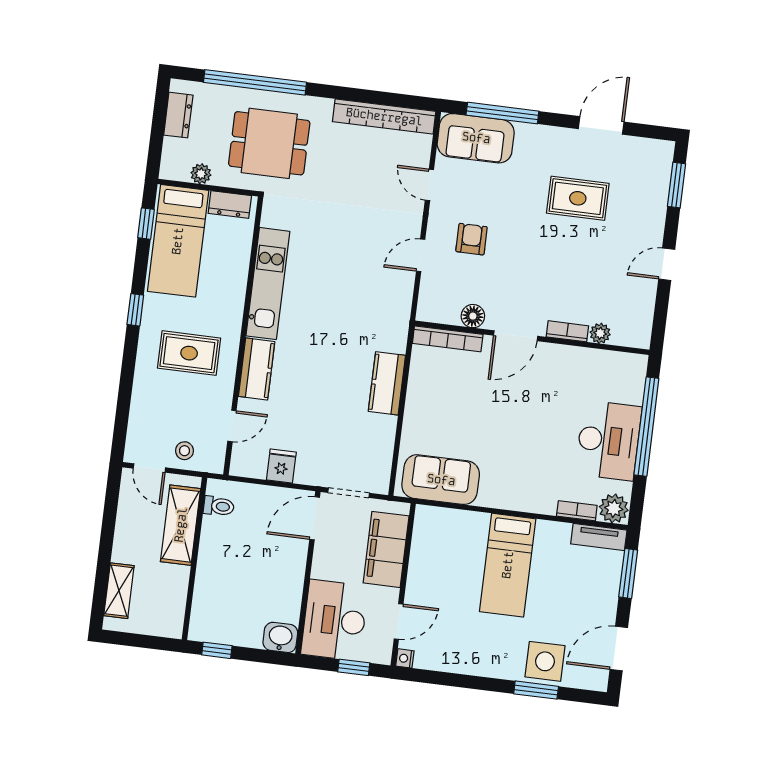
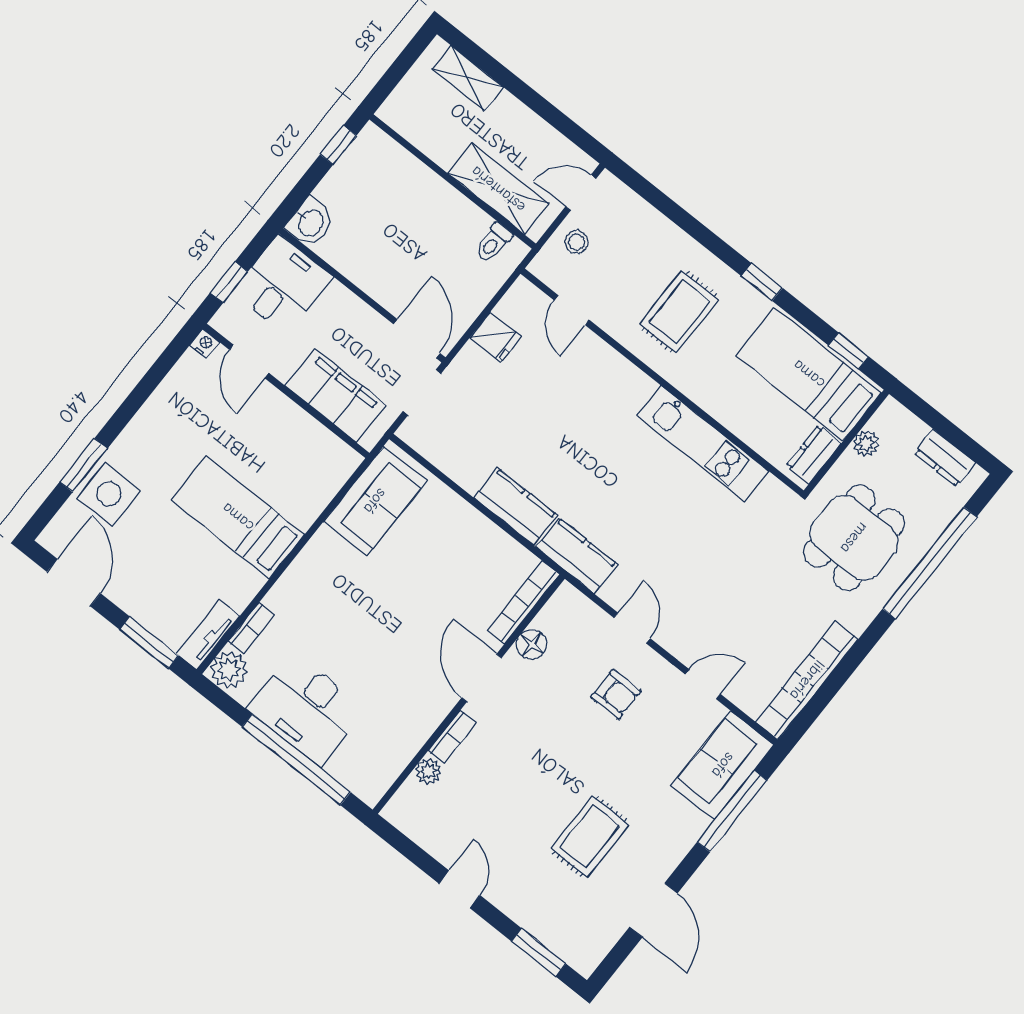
kitchen counter: (257, 369) -> (577, 556), moved, turned 180
desk: (335, 620) -> (283, 285), width x0.73

